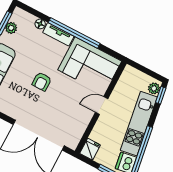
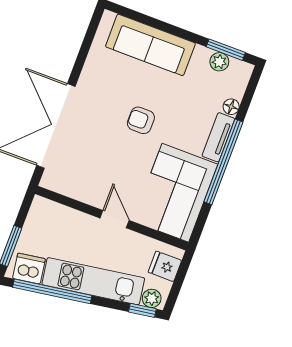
fridge: (90, 149) -> (165, 266), moved, turned 180

